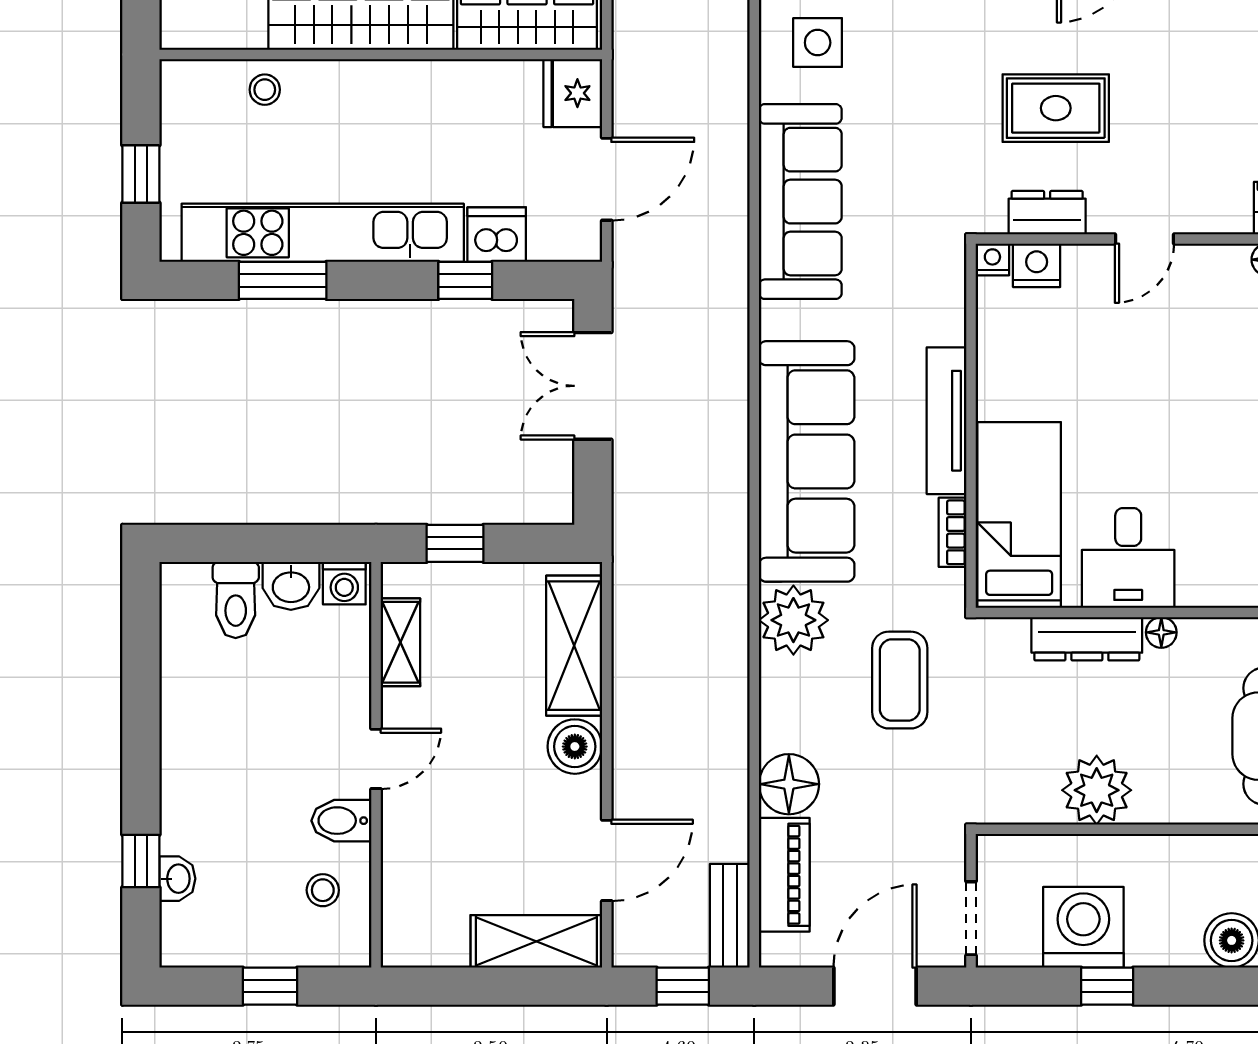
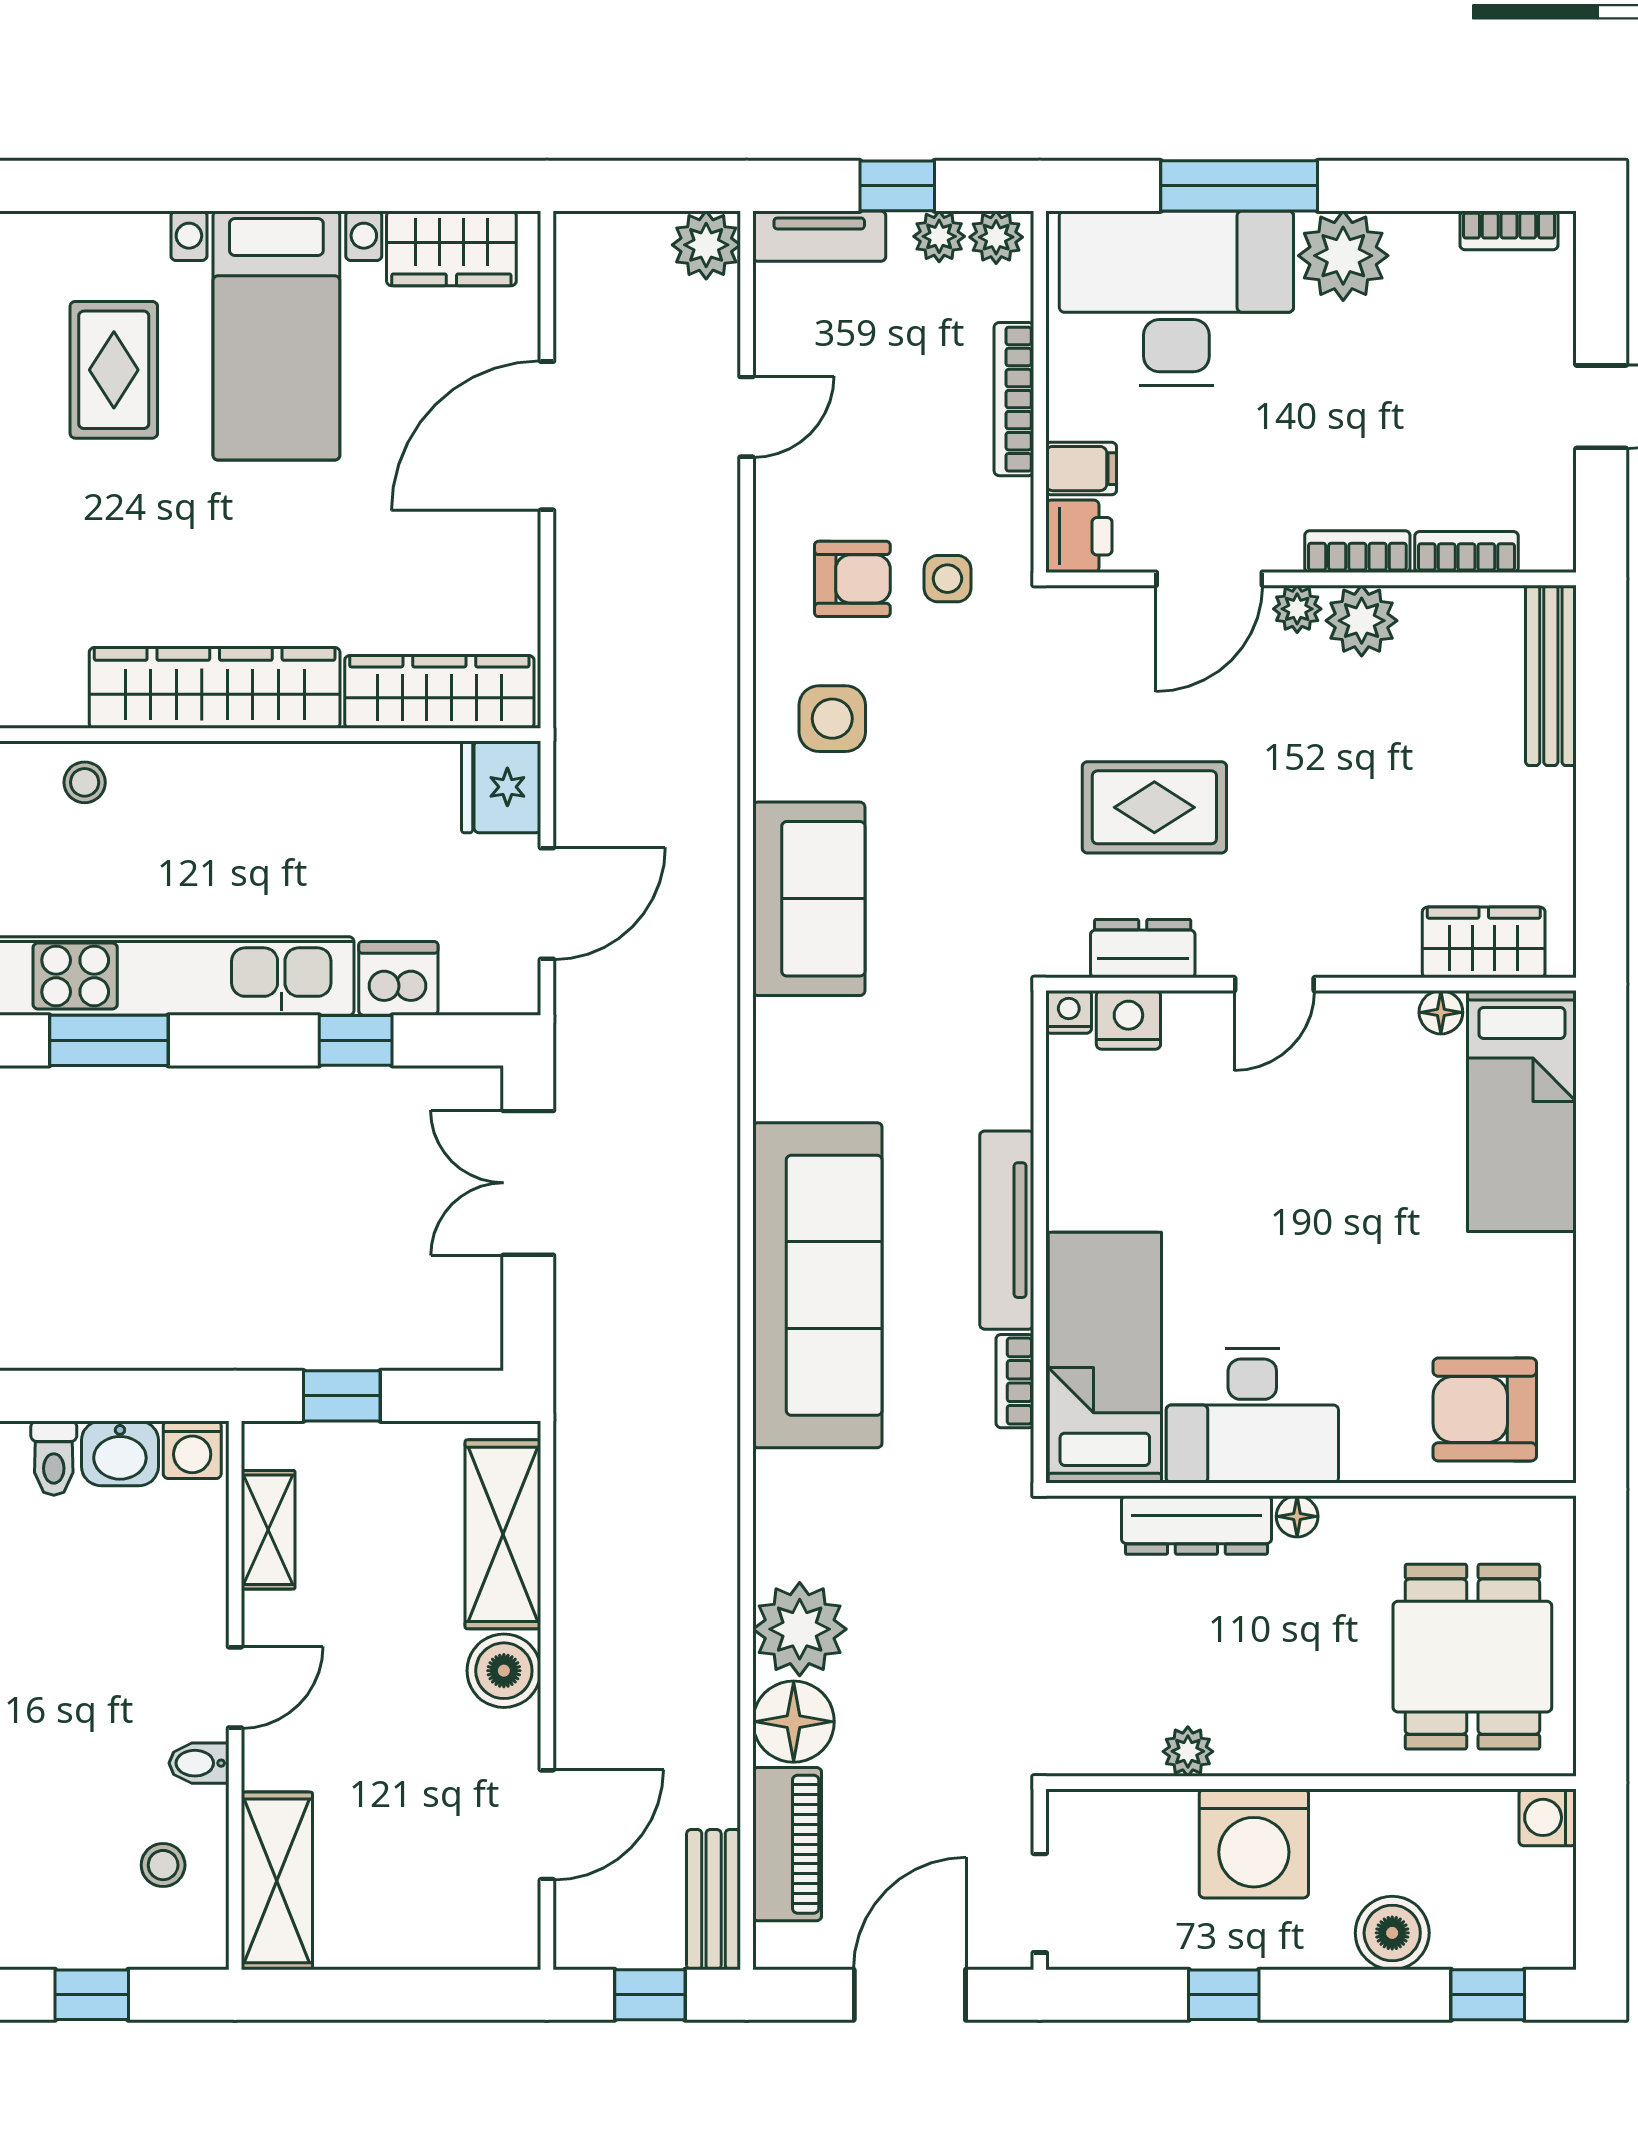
sofa: (800, 202) -> (809, 899), width x0.73
desk: (1128, 558) -> (1252, 1416), width x1.37
toilet: (236, 600) -> (54, 1458), width x0.73, depth x0.72
plant: (793, 620) -> (800, 1629), moved
coffee table: (900, 680) -> (943, 1581), removed
plant: (1097, 790) -> (1188, 1751), width x0.53, depth x0.53
bidet: (341, 821) -> (199, 1763), width x0.72, depth x0.74
washing machine: (1083, 927) -> (1254, 1843), moved, turned 180
shelving: (536, 941) -> (277, 1881), moved, turned 90

